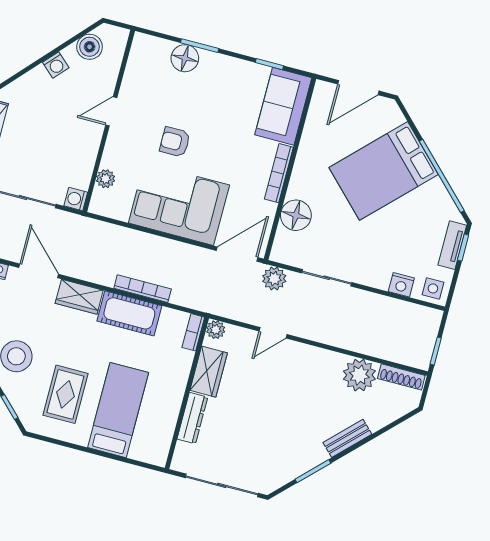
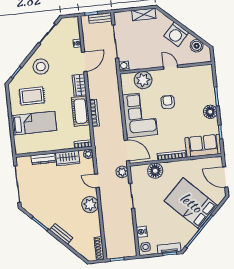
floor lamp: (185, 58) -> (210, 112), moved
washing machine: (56, 65) -> (176, 34), width x1.89, depth x1.89
plant: (106, 179) -> (143, 80), width x1.87, depth x1.87
plant: (359, 375) -> (90, 205), moved

